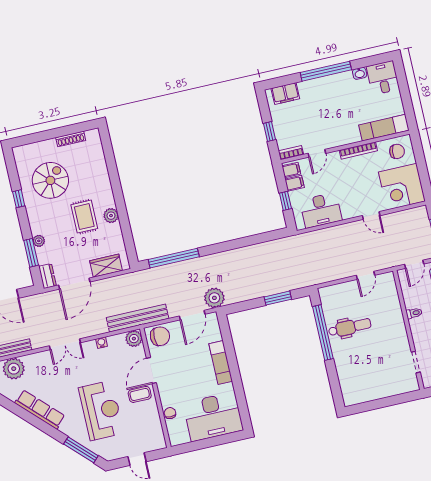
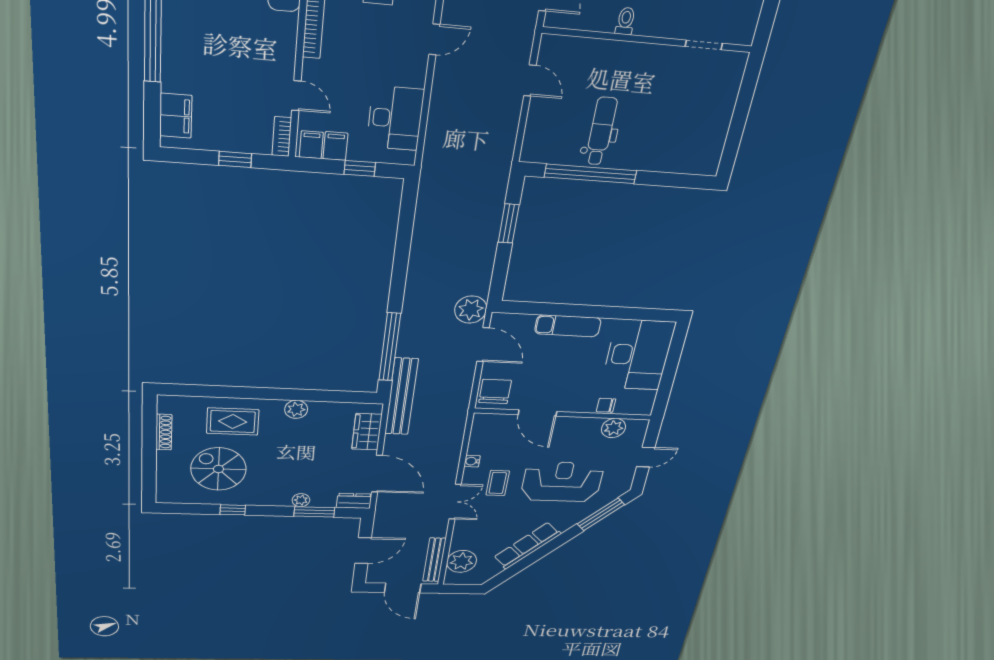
rug: (84, 217) -> (233, 422), moved
bench: (138, 318) -> (401, 397), moved
plant: (134, 339) -> (613, 428), moved
coffee table: (140, 394) -> (498, 483), moved

